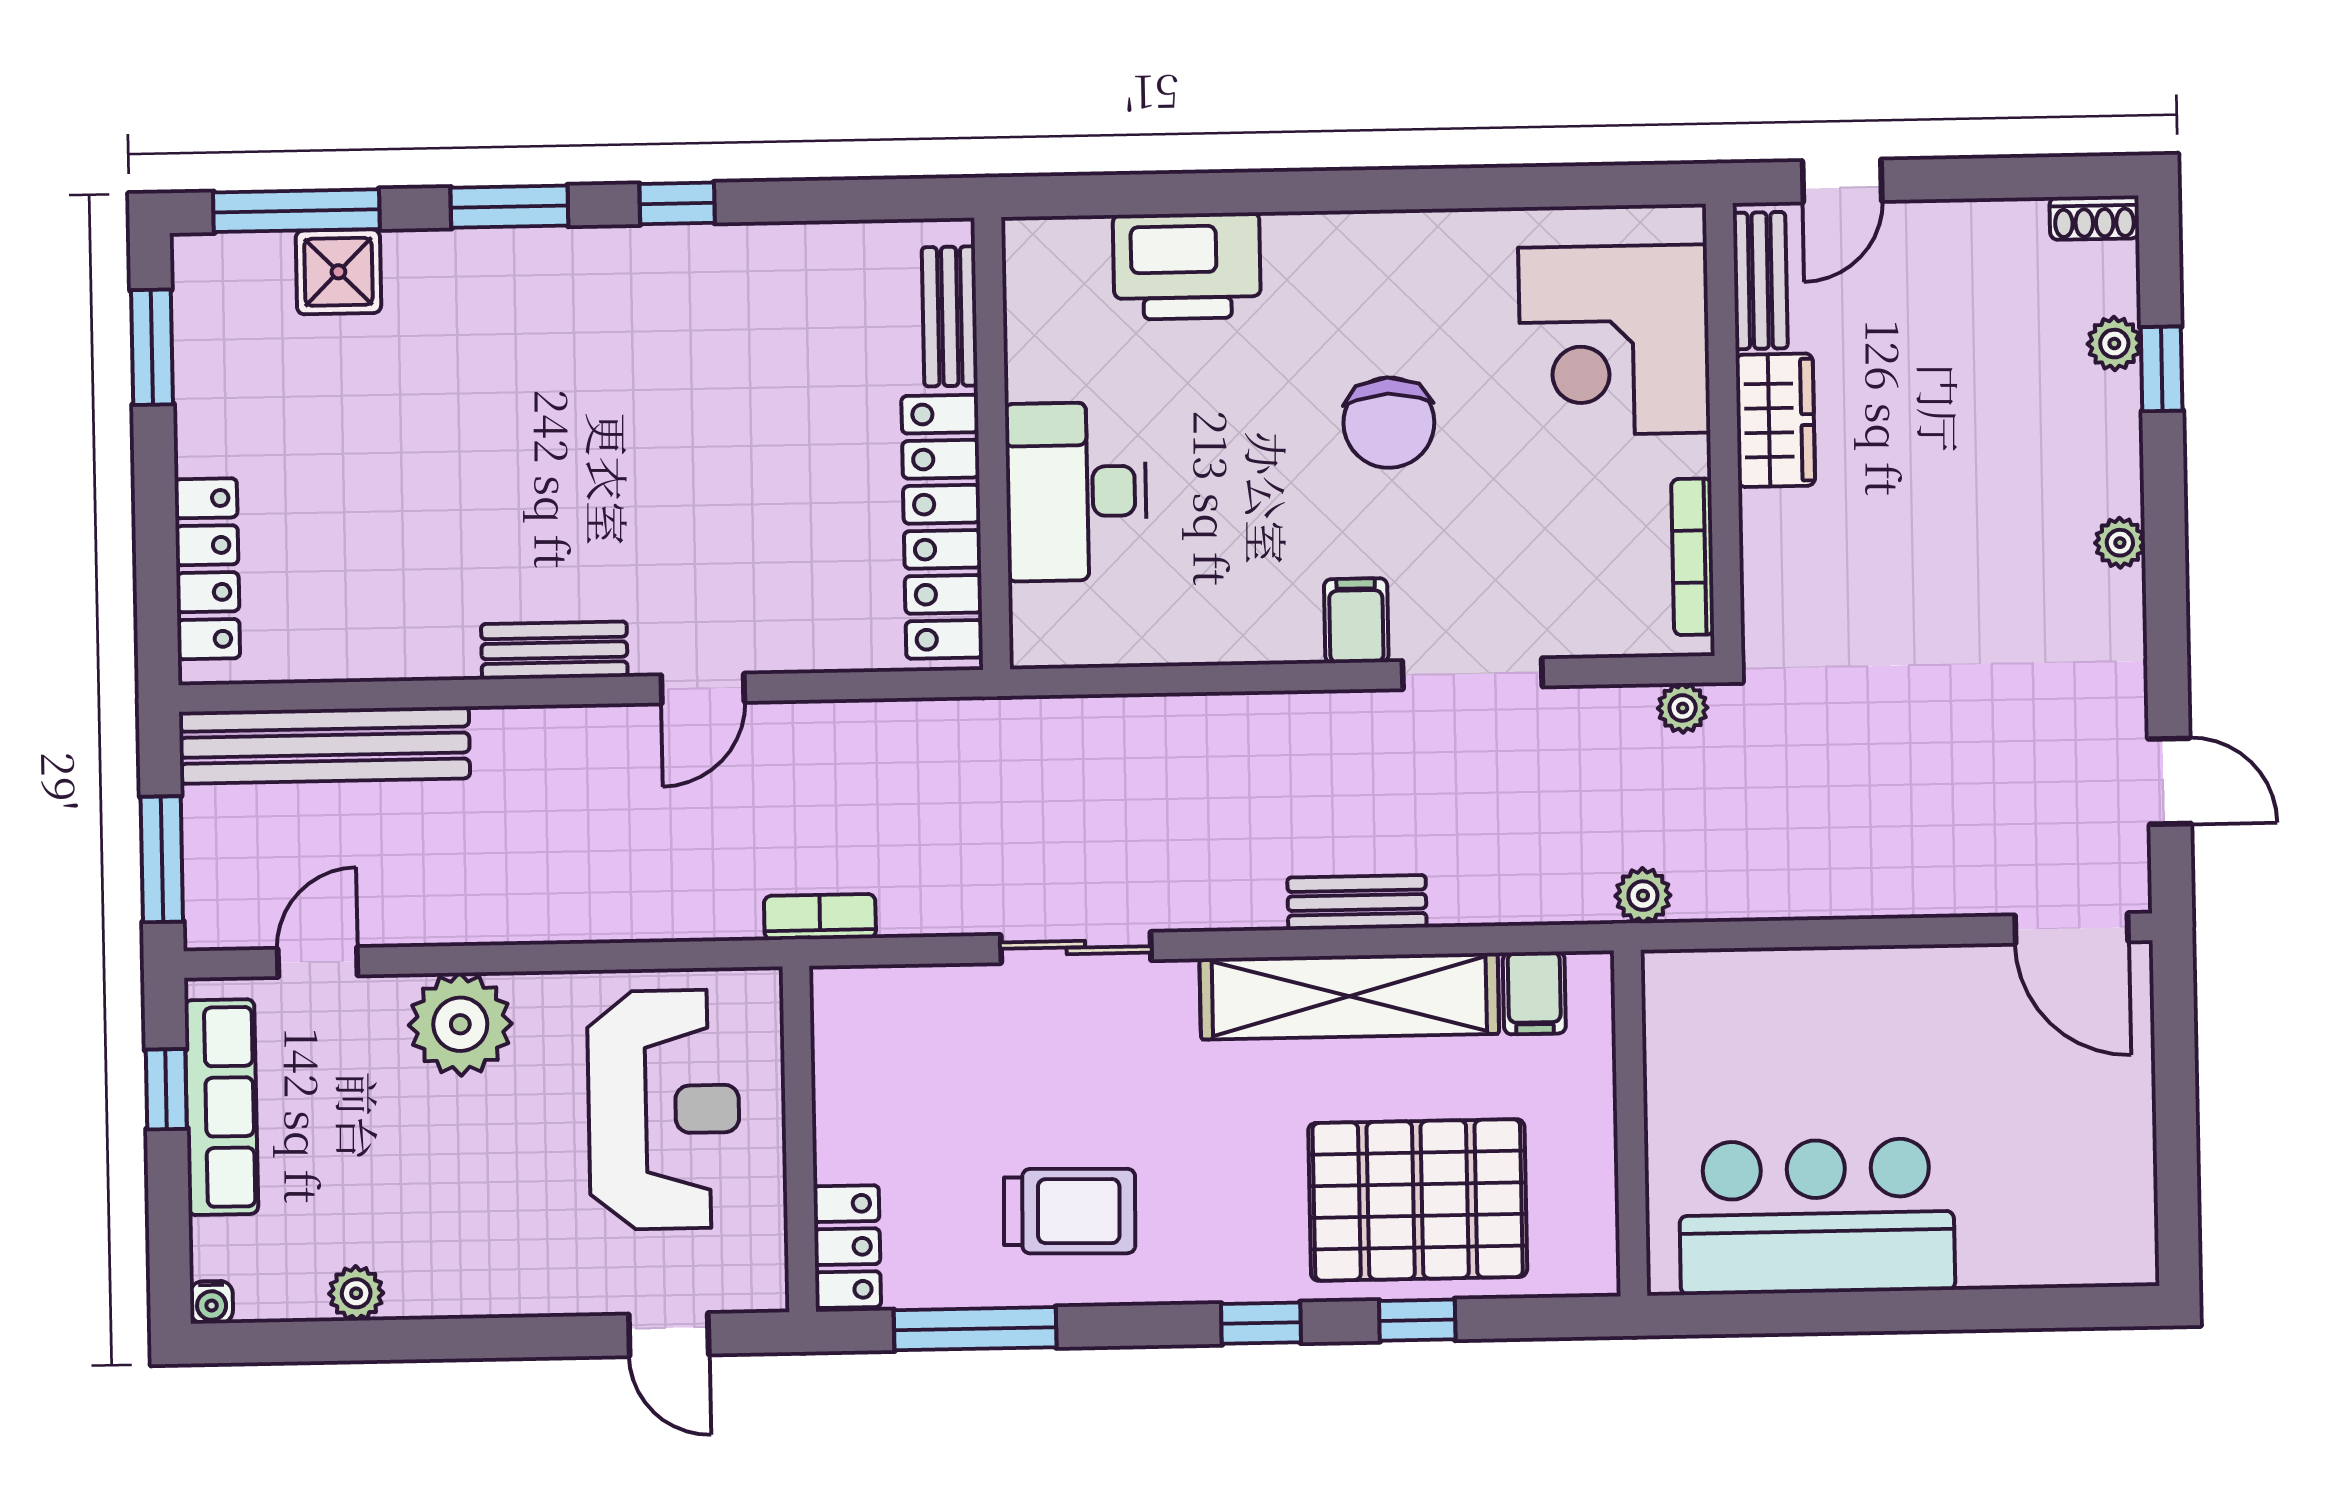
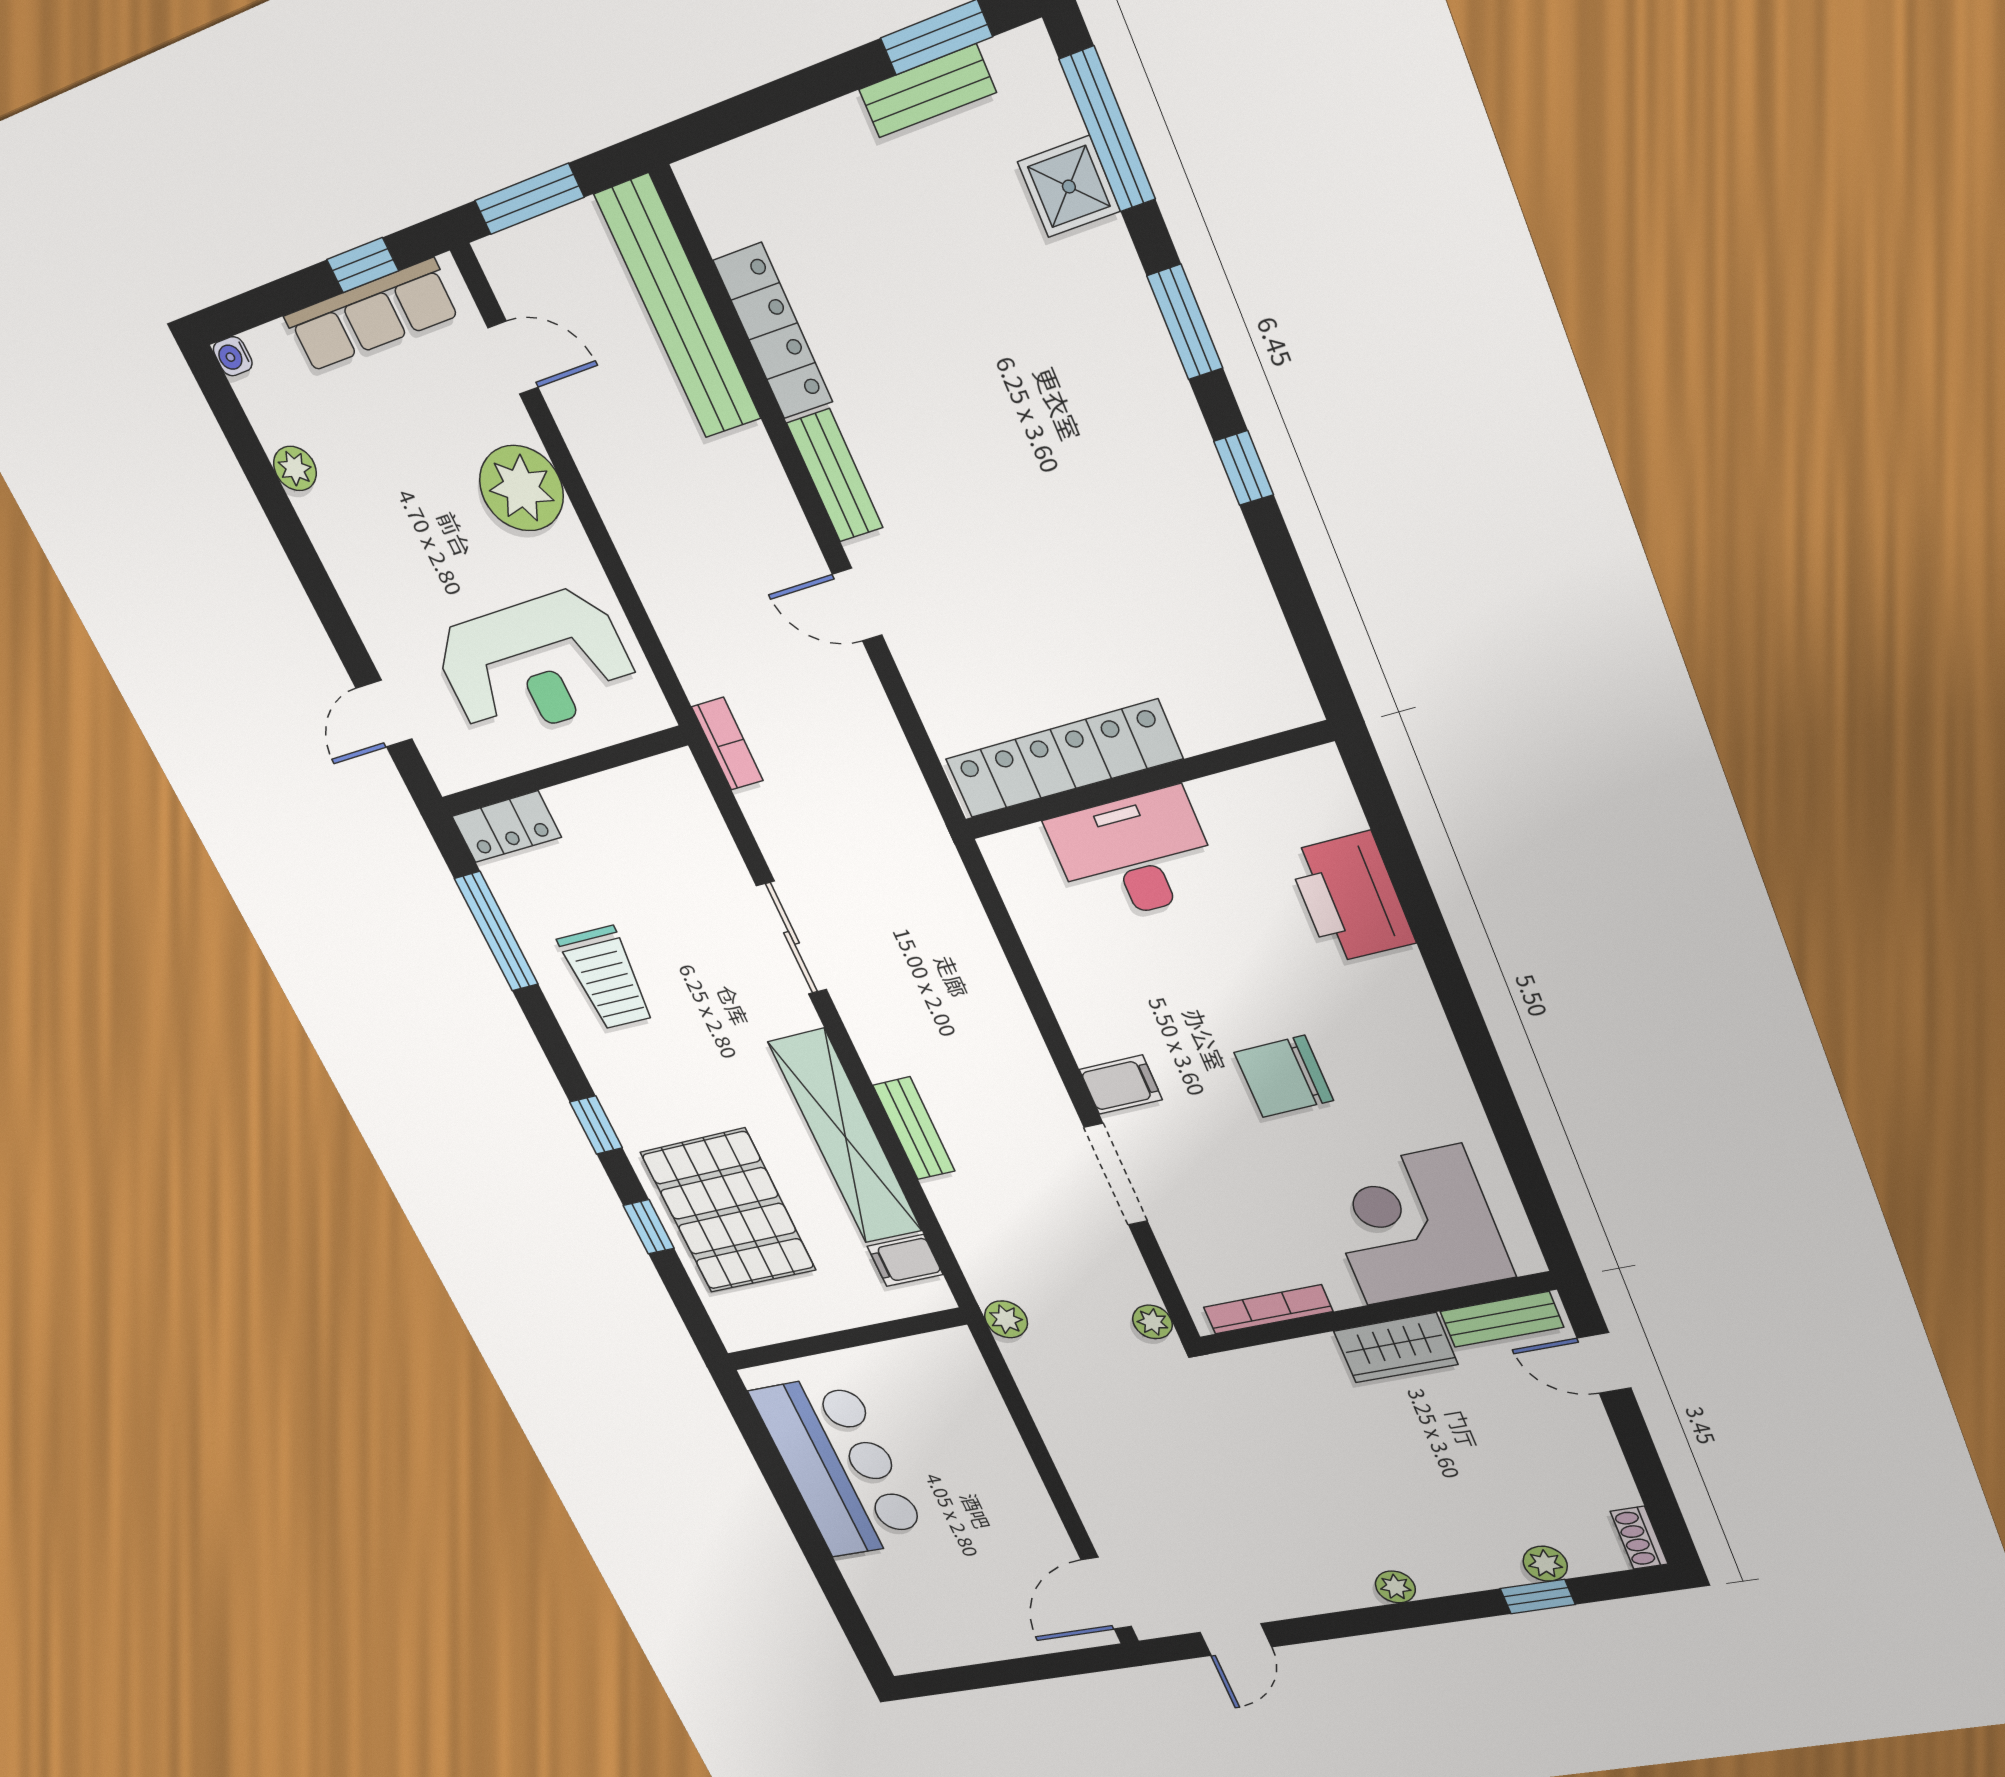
bench: (950, 316) -> (927, 91), moved
locker: (207, 569) -> (773, 331), moved, turned -90

